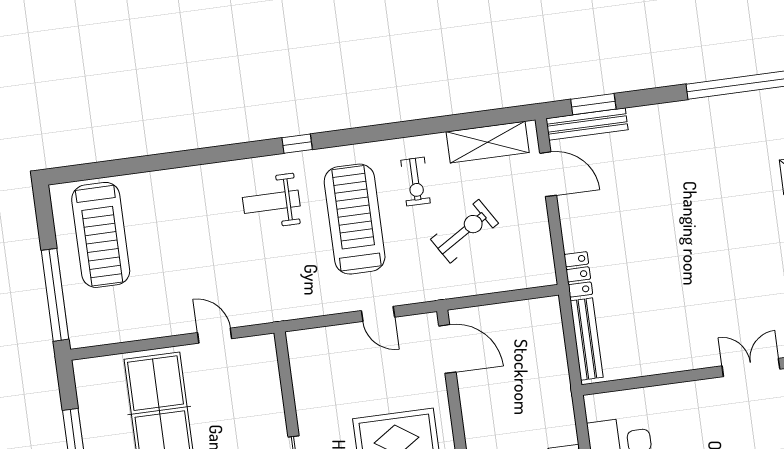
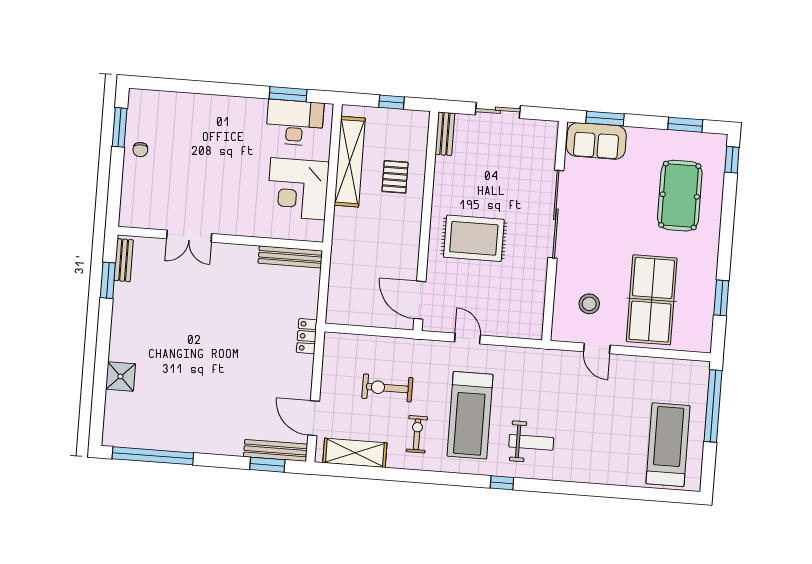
exercise bike: (465, 231) -> (387, 388), turned 32
bench: (587, 339) -> (290, 257), moved, turned 90
stool: (236, 389) -> (589, 304), added

